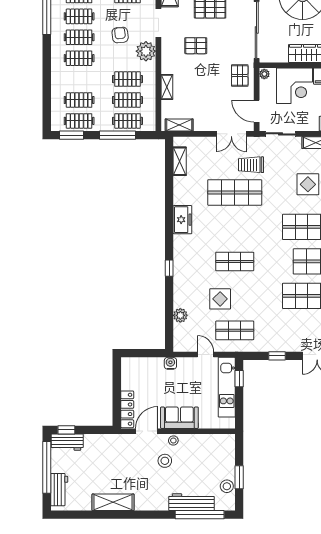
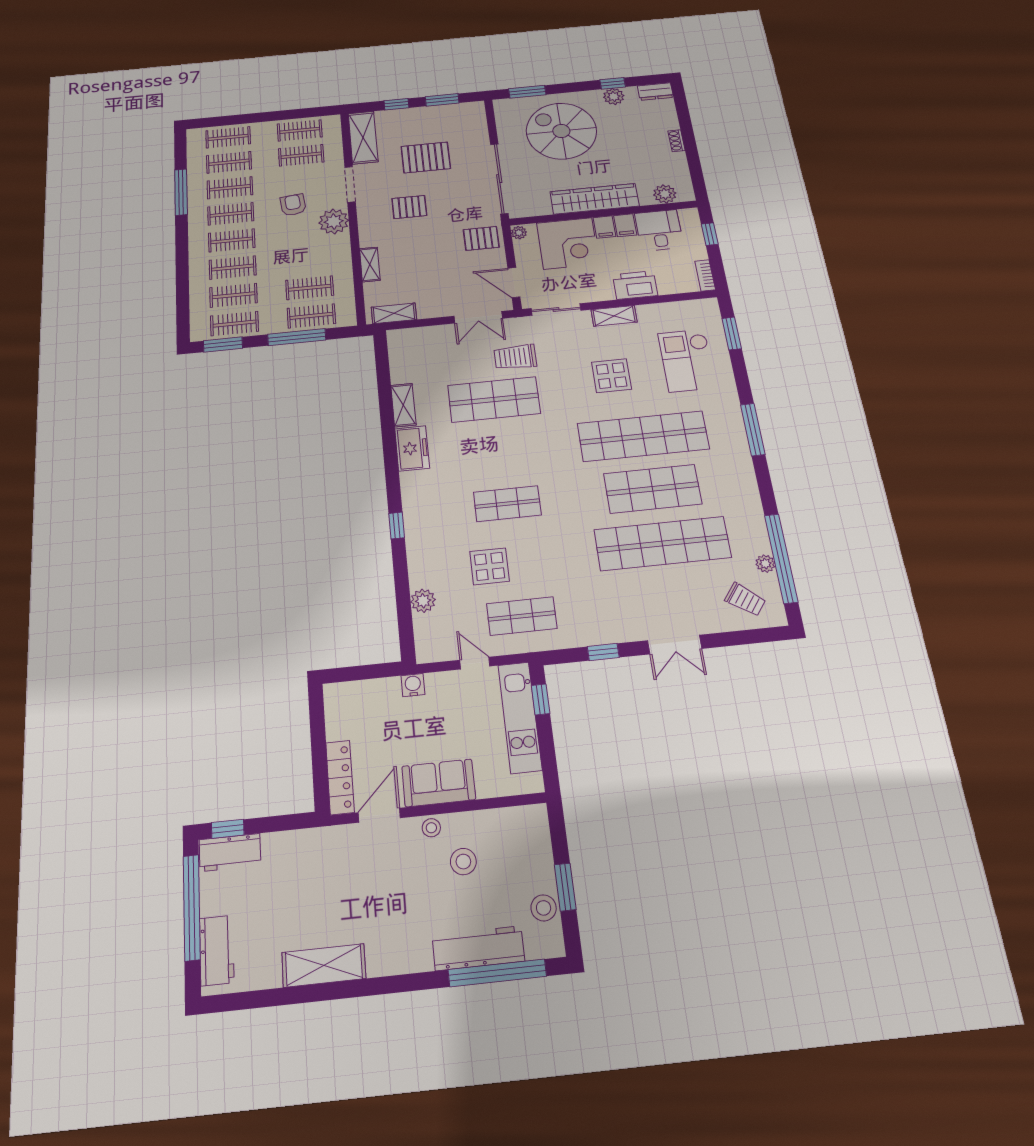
pallet: (240, 76) -> (481, 238), turned 90
clothes rail: (127, 79) -> (233, 268), moved
shelving: (180, 161) -> (403, 405), moved
stool: (165, 461) -> (463, 862), moved

